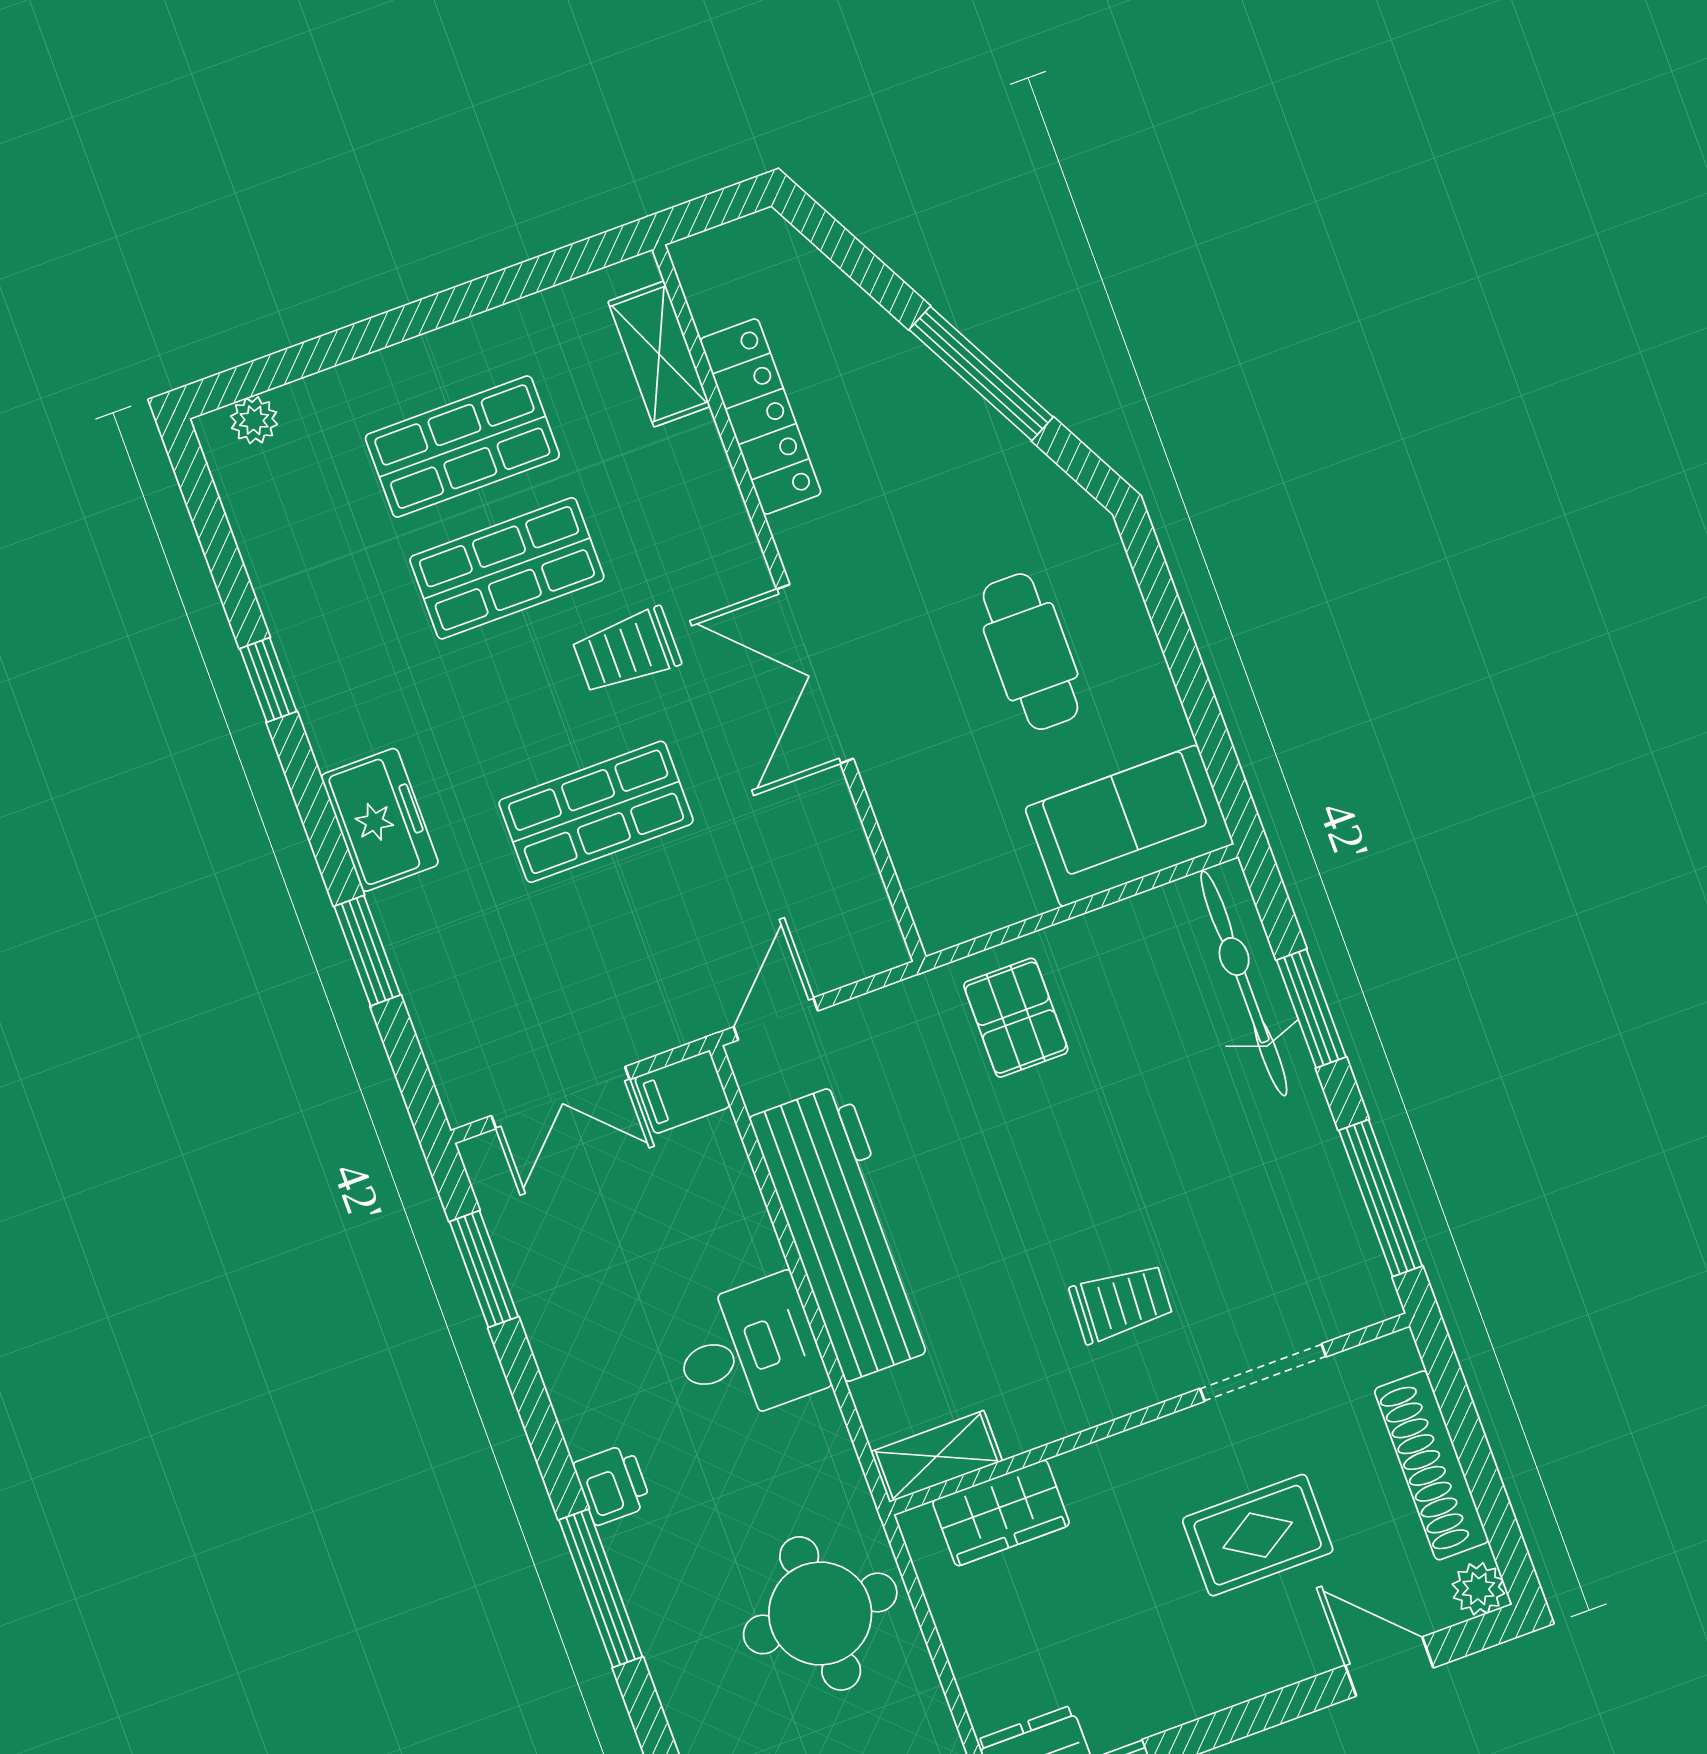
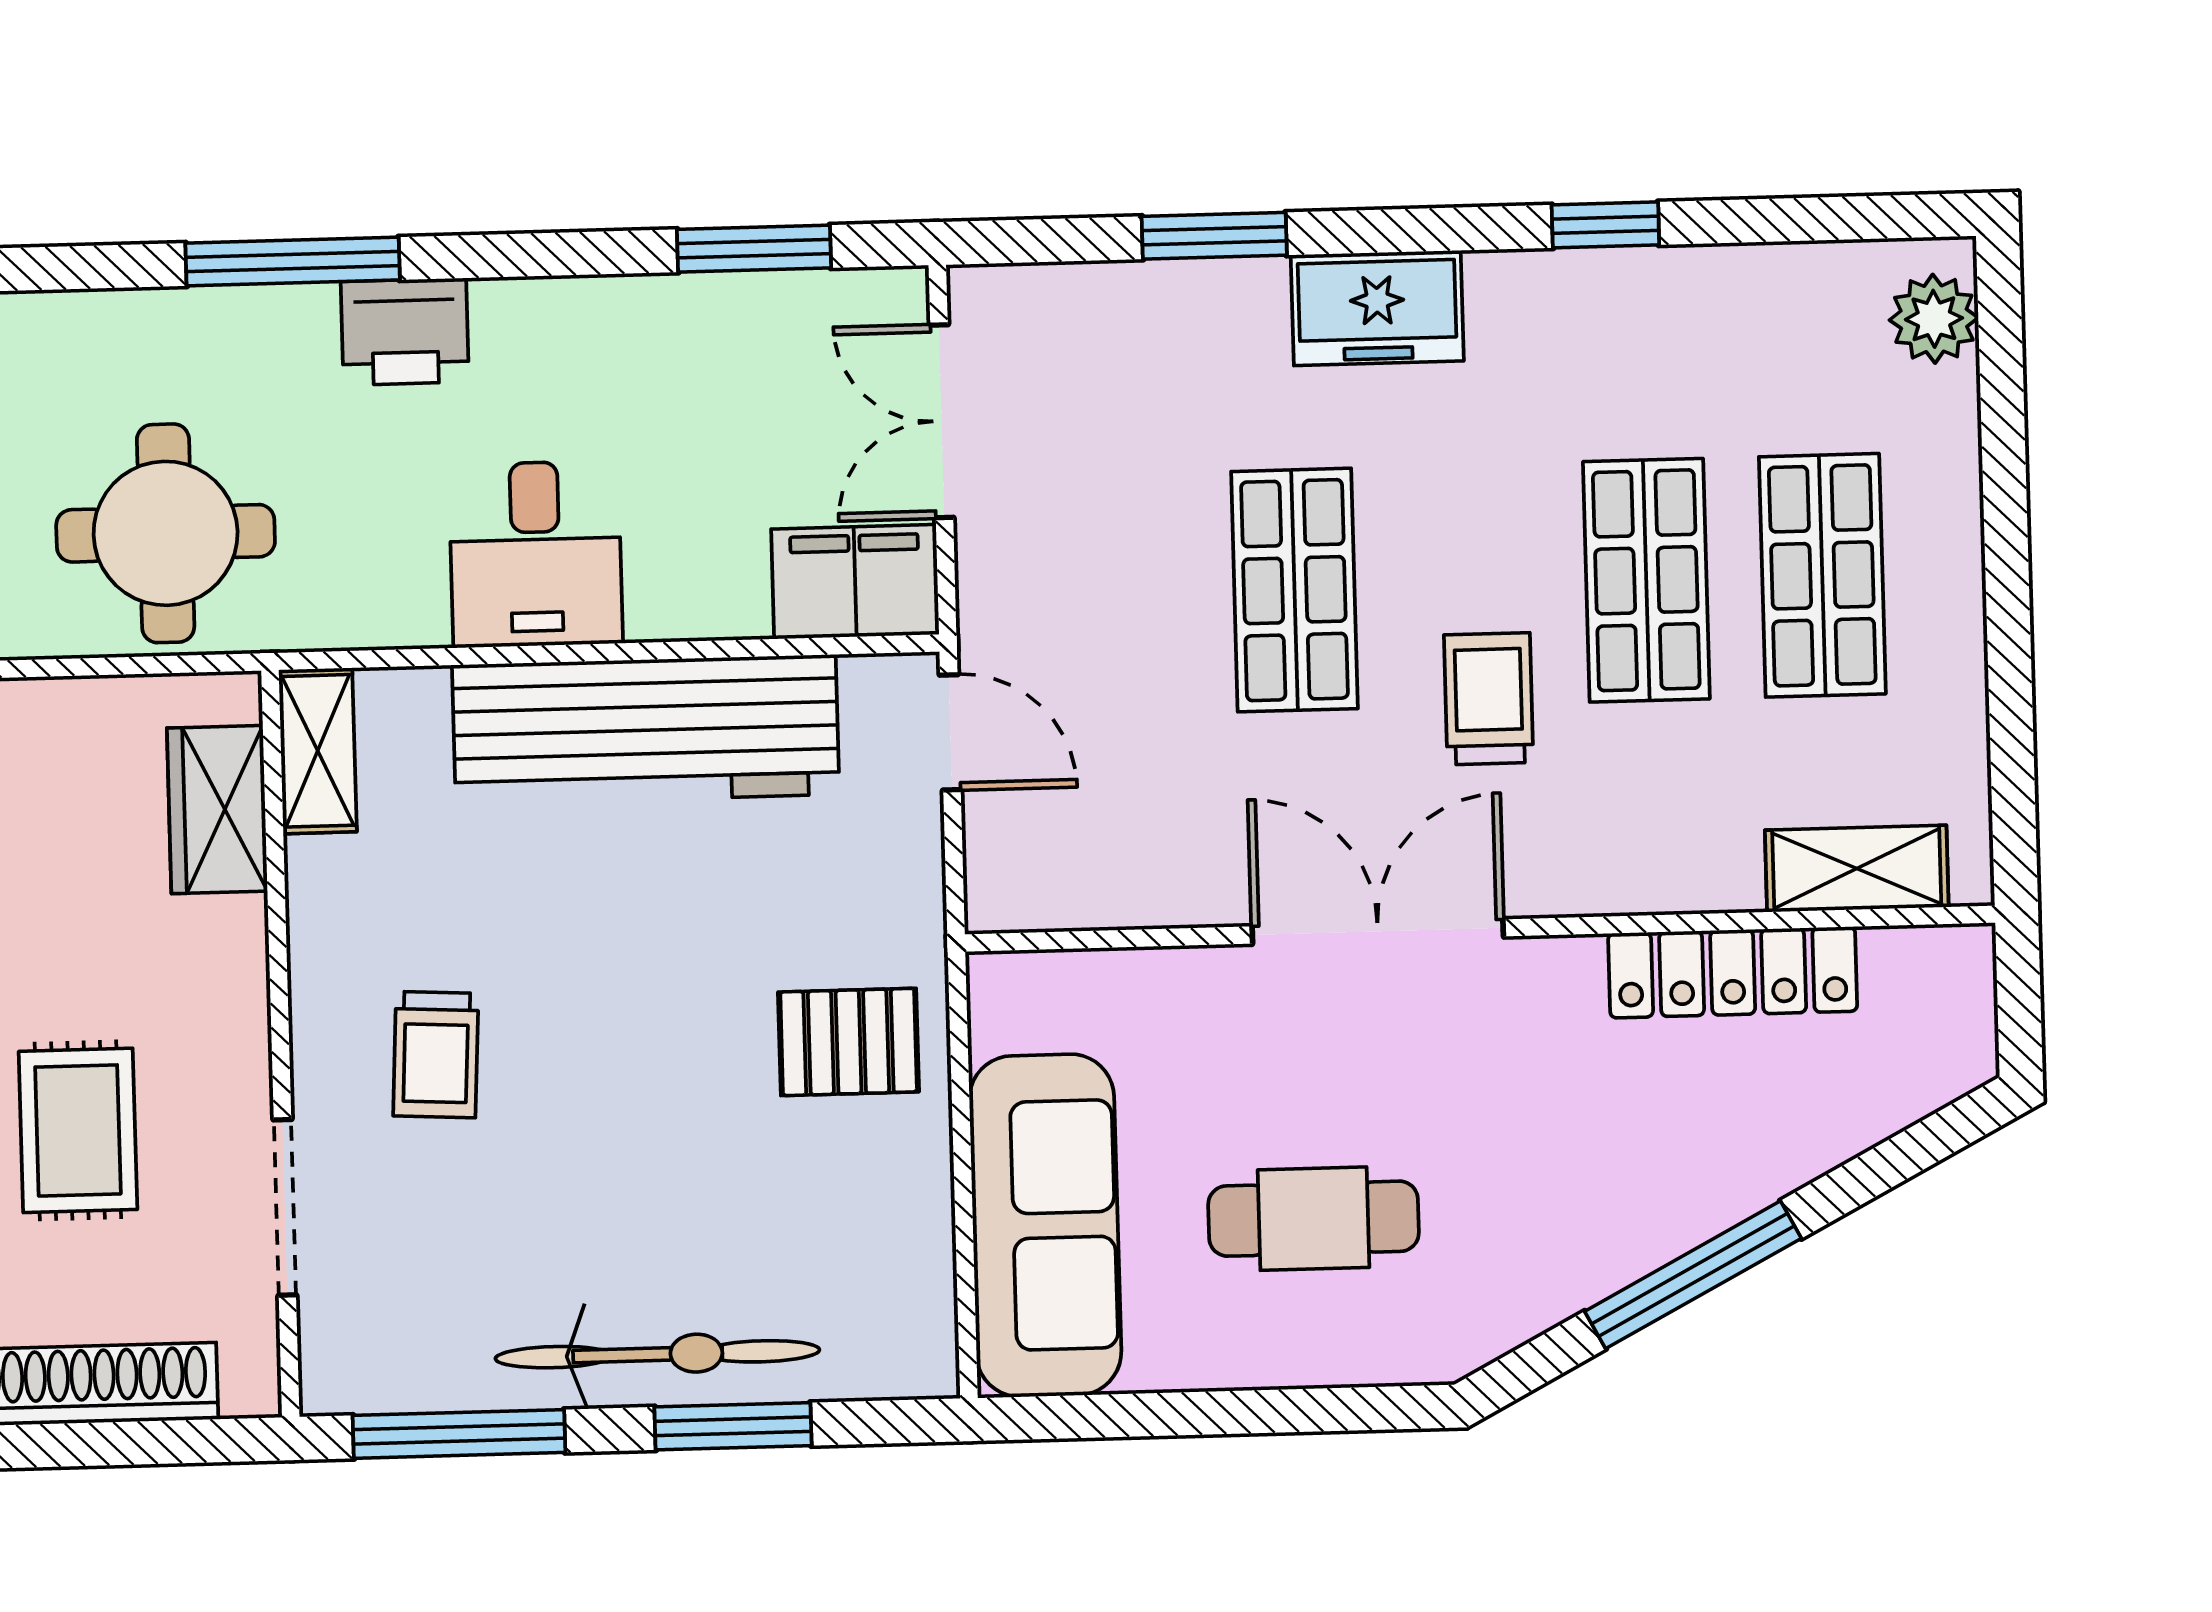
plant: (254, 420) -> (1934, 319), width x1.38, depth x1.38
sofa: (1129, 826) -> (1045, 1225), width x1.36
bicycle: (1244, 983) -> (657, 1354), moved
filing cabinet: (682, 1092) -> (855, 582), width x2.00
printer: (612, 1484) -> (405, 332), width x1.36, depth x1.24

